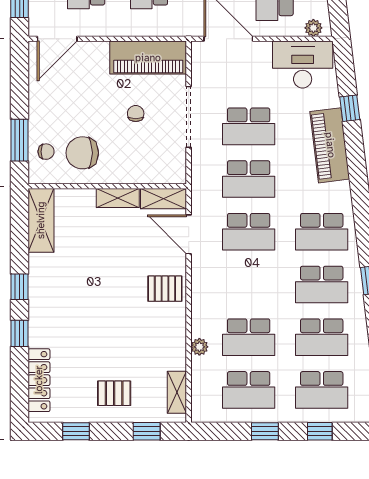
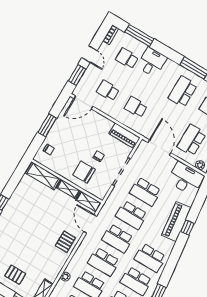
piano: (148, 58) -> (124, 136), width x0.73, depth x0.75
window: (350, 108) -> (187, 228), moved
window: (20, 140) -> (47, 125), moved
chair: (82, 153) -> (84, 172), moved
shelving: (41, 220) -> (43, 176), moved, turned 90
school desk: (249, 284) -> (104, 262), added
pallet: (165, 289) -> (65, 242), turned 90

